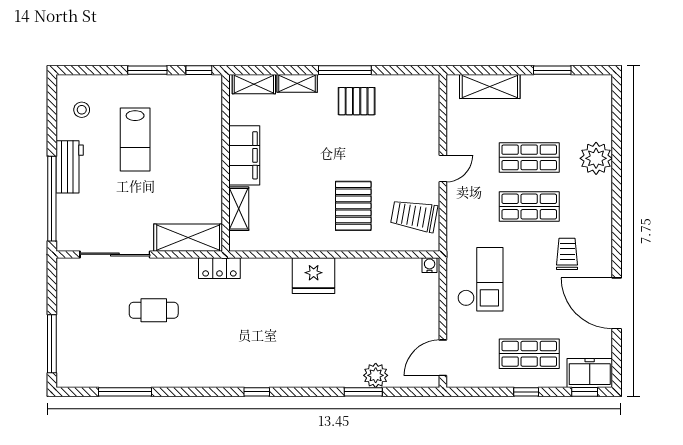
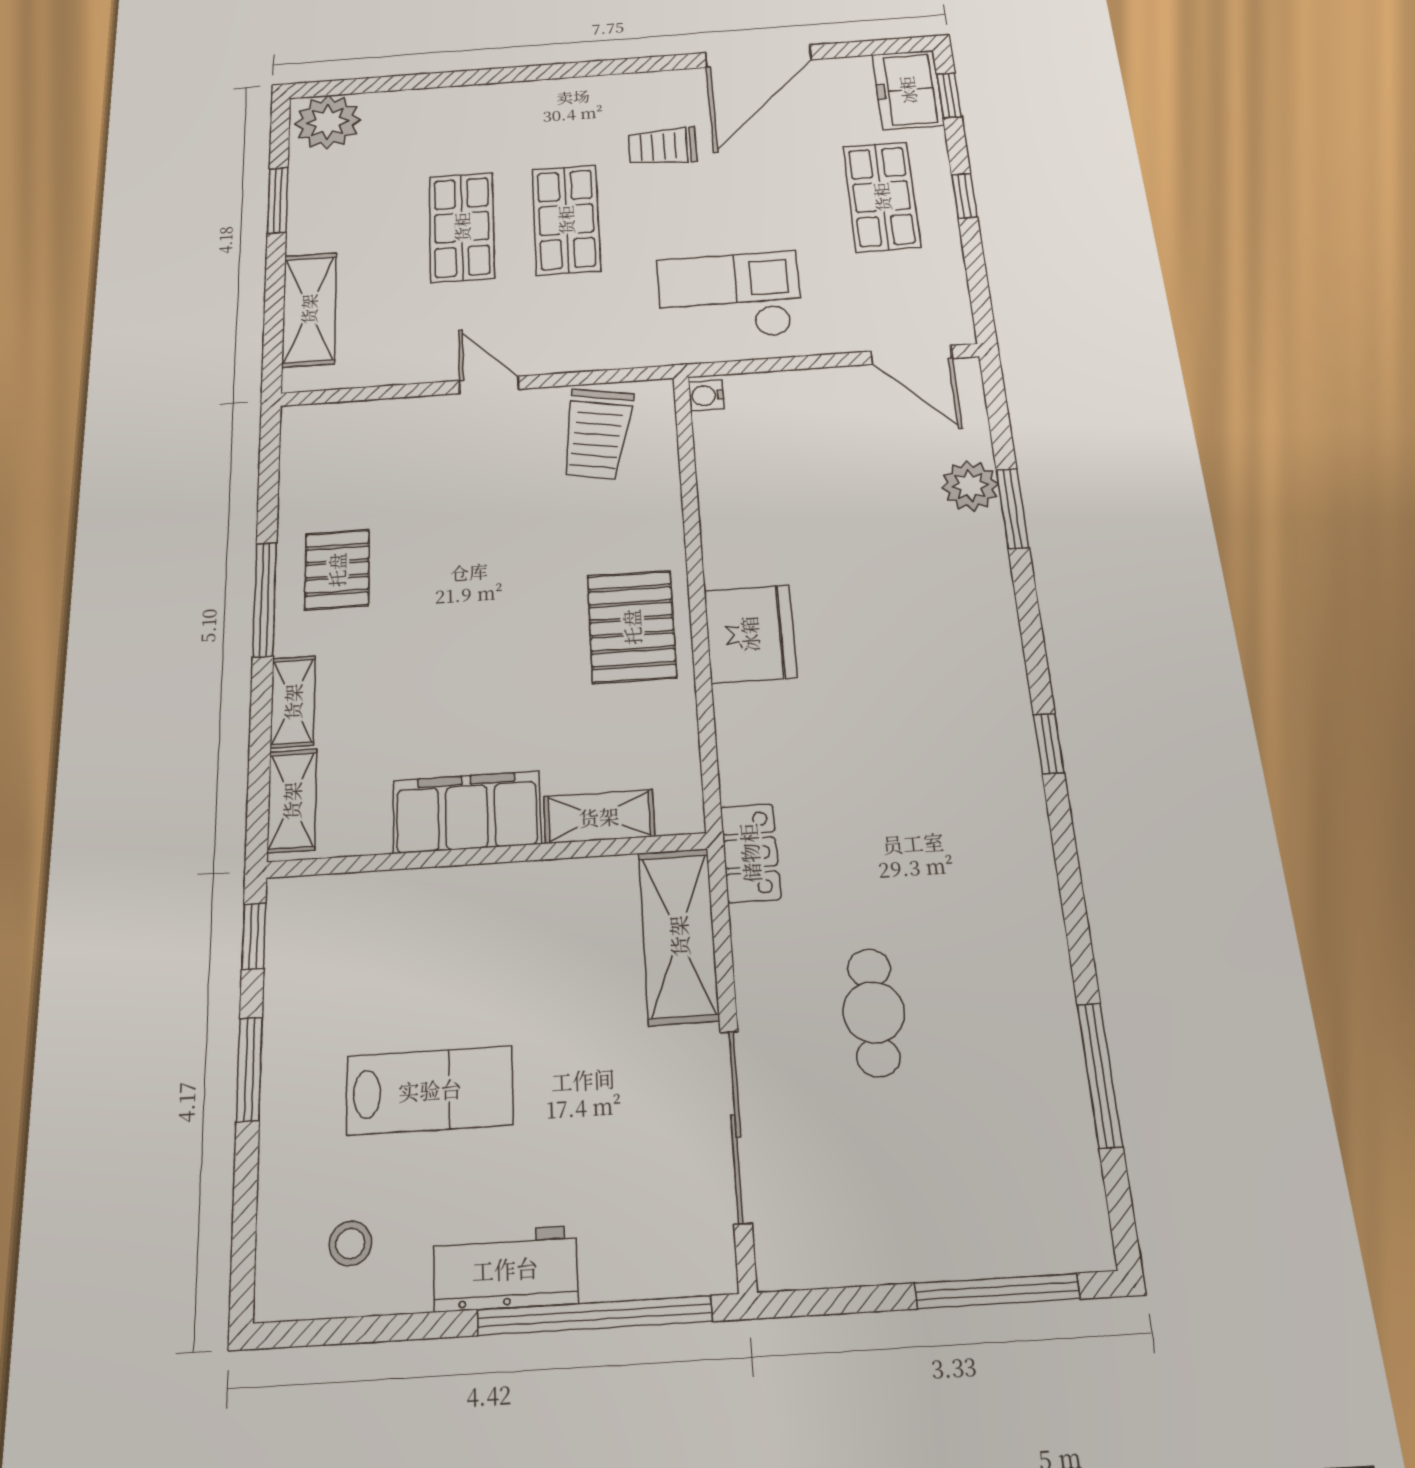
plant: (596, 158) -> (328, 122), moved
pallet: (353, 206) -> (632, 627), moved, turned 90

